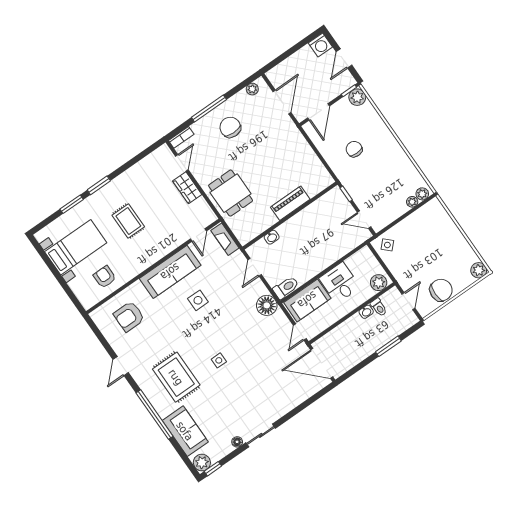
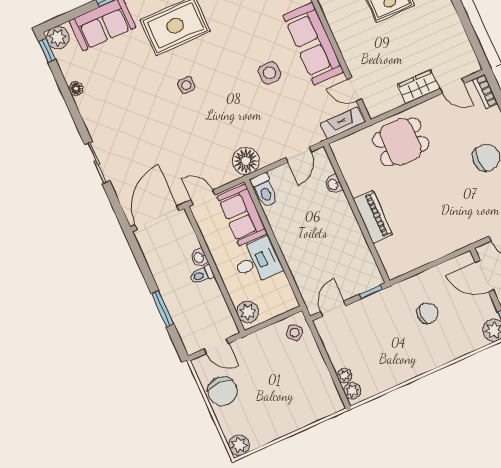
door: (255, 267) -> (298, 155), swing flipped
toilet: (379, 307) -> (202, 275), moved
washbasin: (366, 312) -> (199, 257), moved
sliding door: (261, 435) -> (97, 163), moved

